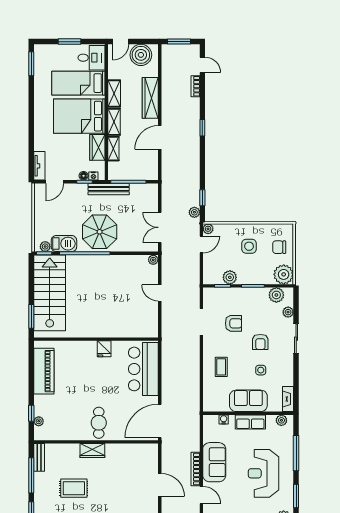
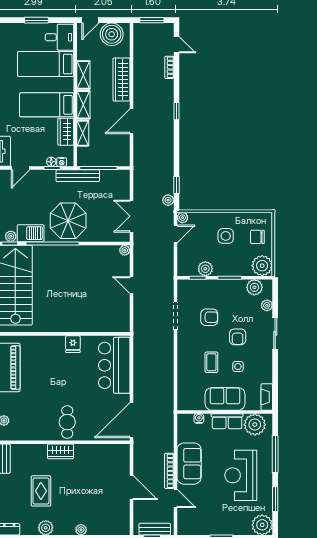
bed: (79, 116) -> (47, 105), width x0.67
coffee table: (221, 367) -> (211, 362), moved
plant: (281, 420) -> (255, 425), width x1.87, depth x1.87
rug: (74, 488) -> (41, 491), turned 90

